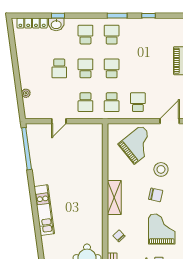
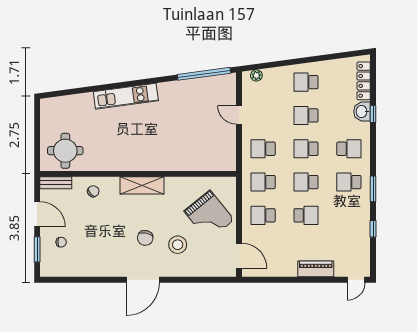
school desk: (112, 35) -> (349, 182), turned 180
school desk: (33, 68) -> (306, 82), added
school desk: (85, 68) -> (306, 149), turned 180
school desk: (112, 68) -> (306, 182), turned 180
school desk: (138, 68) -> (306, 215), added
plant: (26, 93) -> (256, 75), moved
school desk: (138, 102) -> (263, 215), turned 180
grand piano: (162, 229) -> (102, 246), removed

